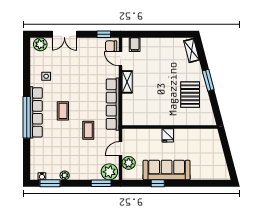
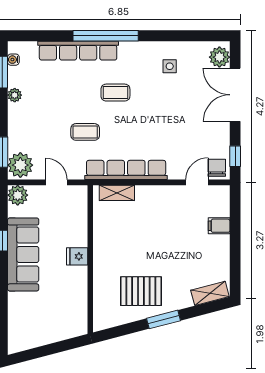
double door: (64, 34) -> (235, 95), width x1.37
filing cabinet: (135, 45) -> (219, 226), moved
shelving: (127, 82) -> (117, 193), moved
row of seats: (36, 112) -> (78, 51), moved
plant: (129, 163) -> (18, 195), moved

